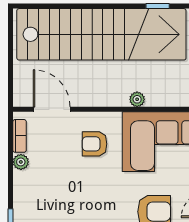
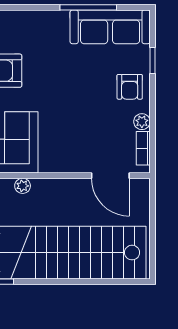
armchair: (95, 144) -> (130, 87), moved, turned 90

